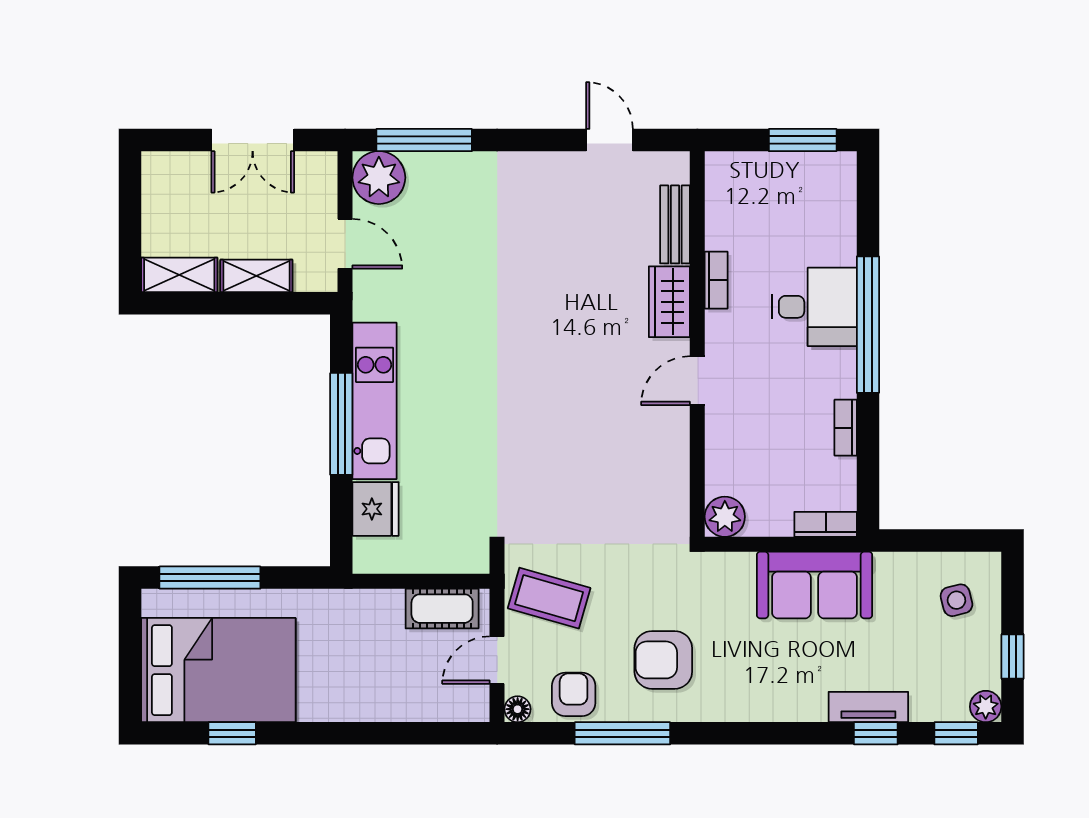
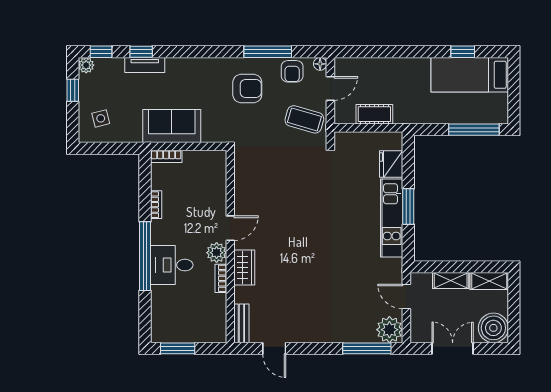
boiler: (171, 181) -> (493, 328), added
bench: (675, 224) -> (241, 323), moved
window: (341, 424) -> (408, 206), width x0.69
plant: (725, 517) -> (217, 253), moved
cot: (442, 609) -> (374, 114), moved
bed: (218, 670) -> (470, 75), width x0.67

